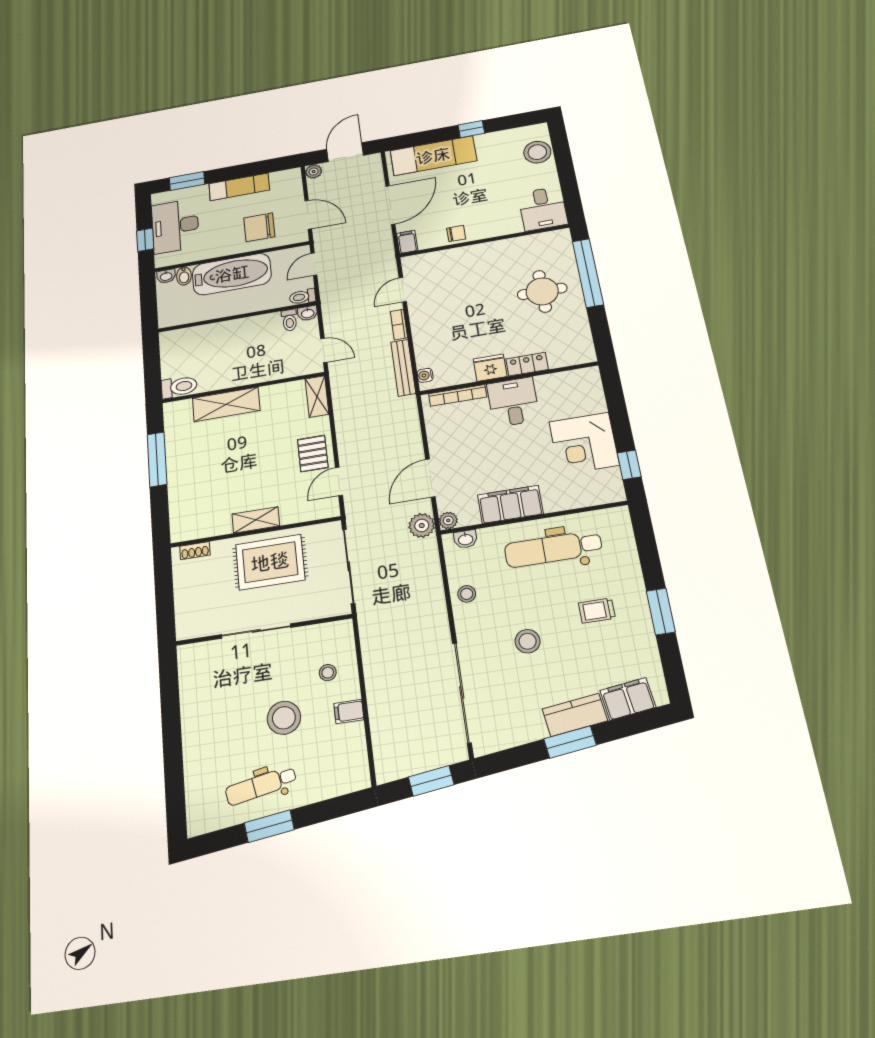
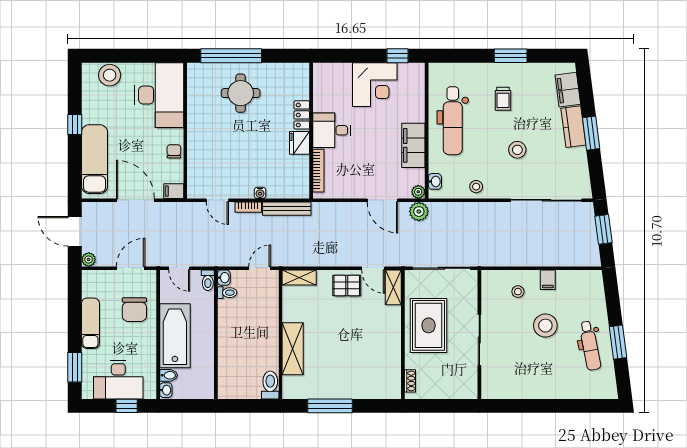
desk: (543, 209) -> (159, 95), width x1.87, depth x1.30
water cooler: (425, 375) -> (260, 193), moved
shelving: (256, 520) -> (393, 287), moved

